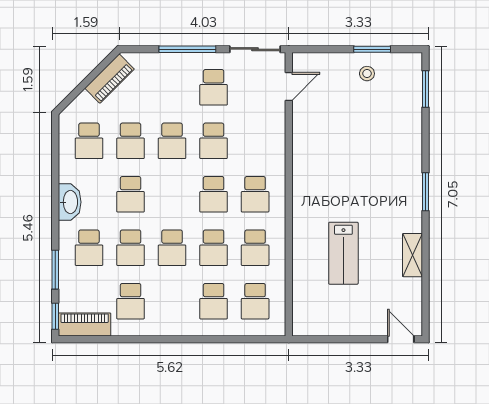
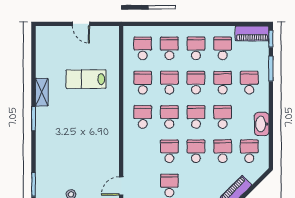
school desk: (172, 194) -> (196, 117), added
washbasin: (70, 202) -> (262, 124), moved
lab bench: (343, 253) -> (86, 79), turned -90
shelving: (412, 255) -> (42, 92), moved
school desk: (172, 301) -> (196, 48), added
door: (401, 339) -> (81, 24), moved

